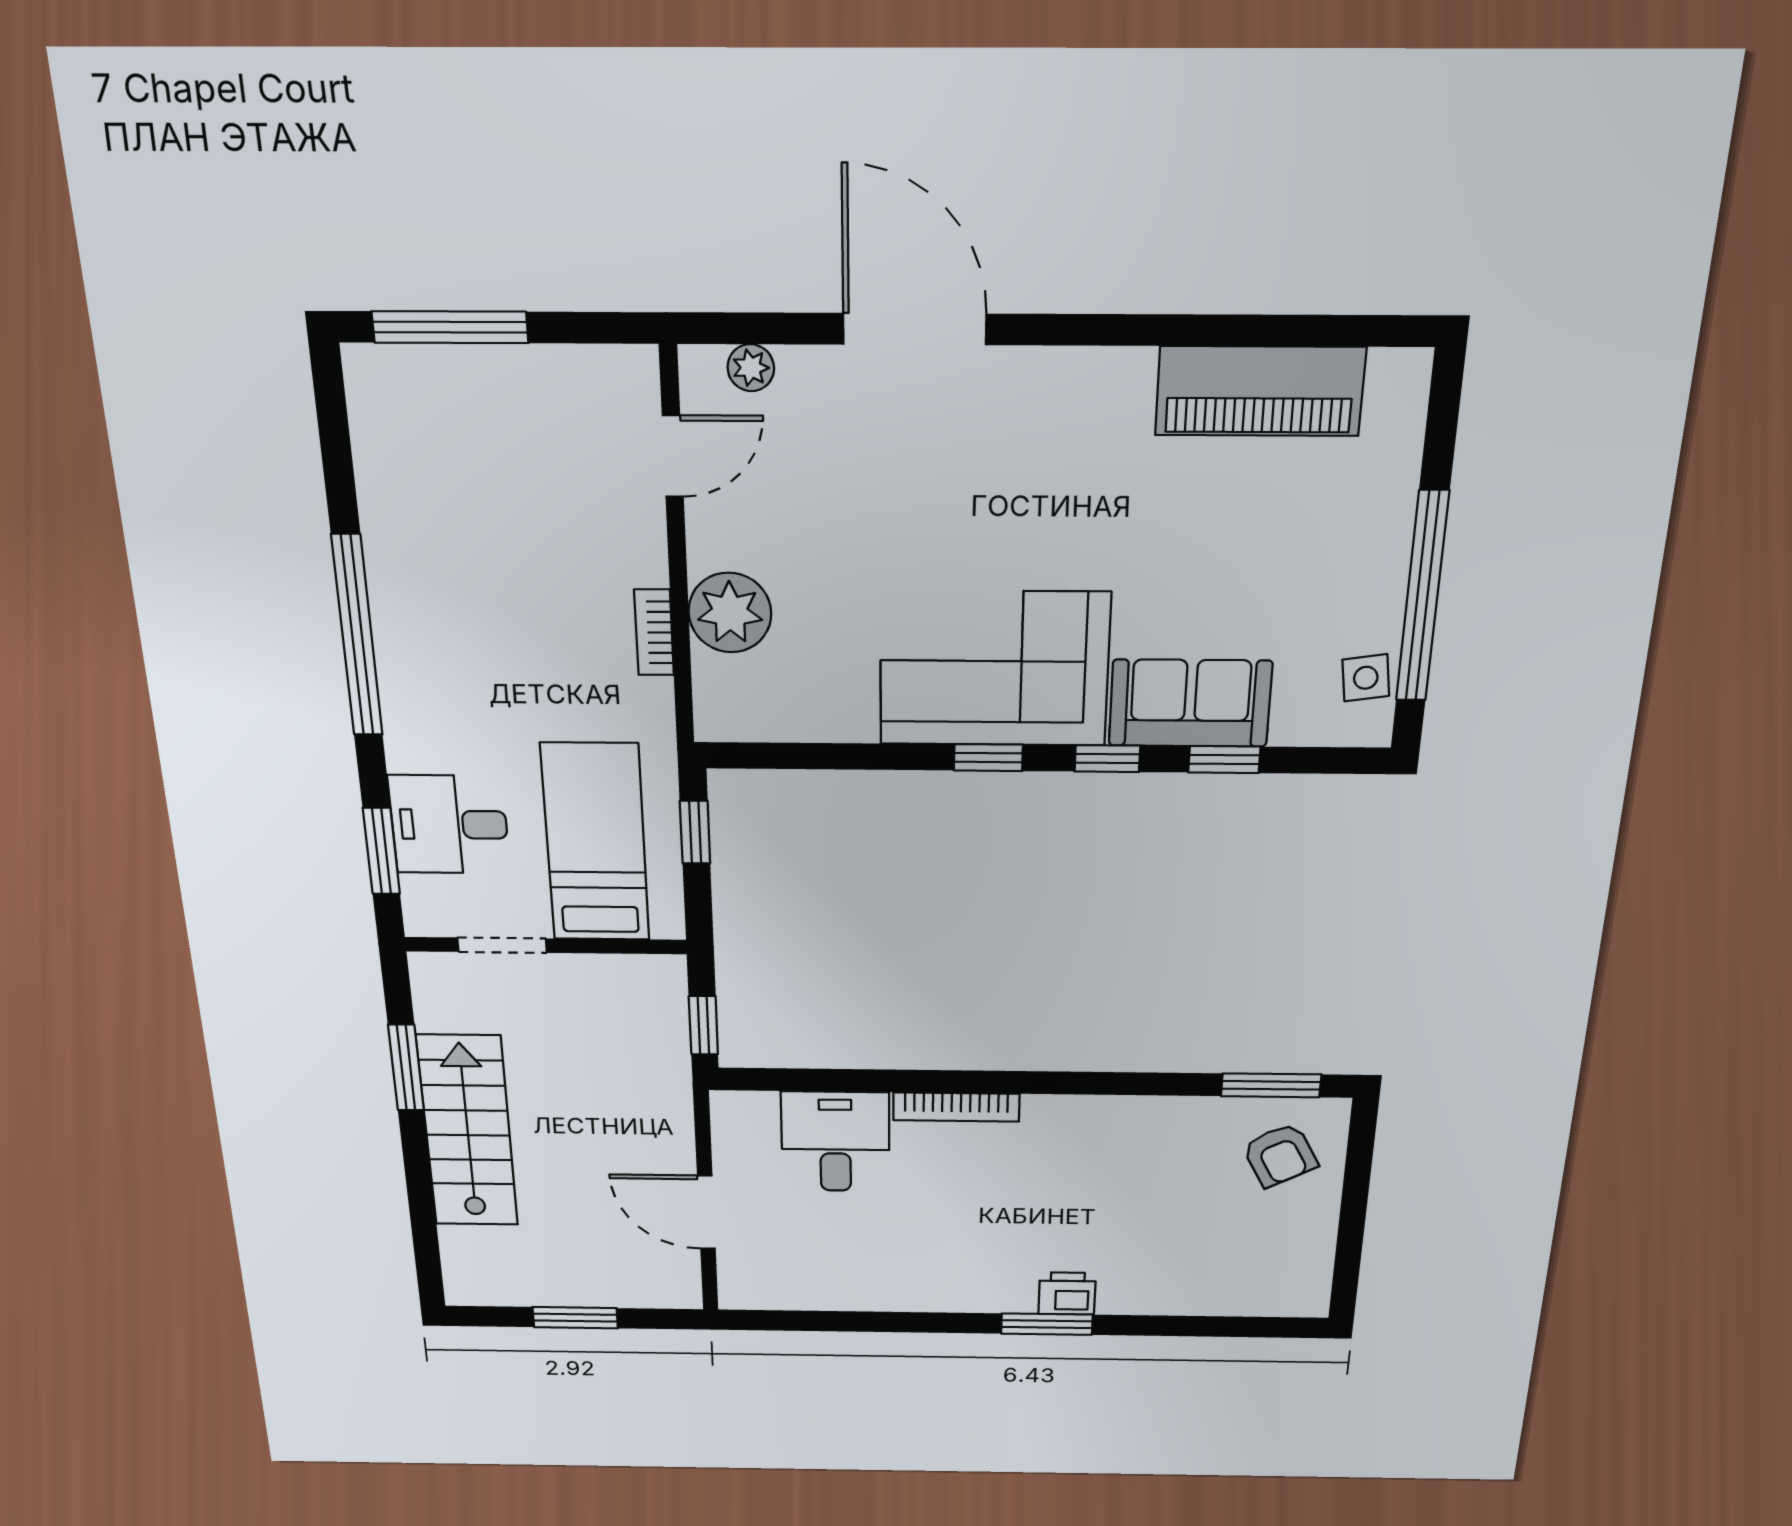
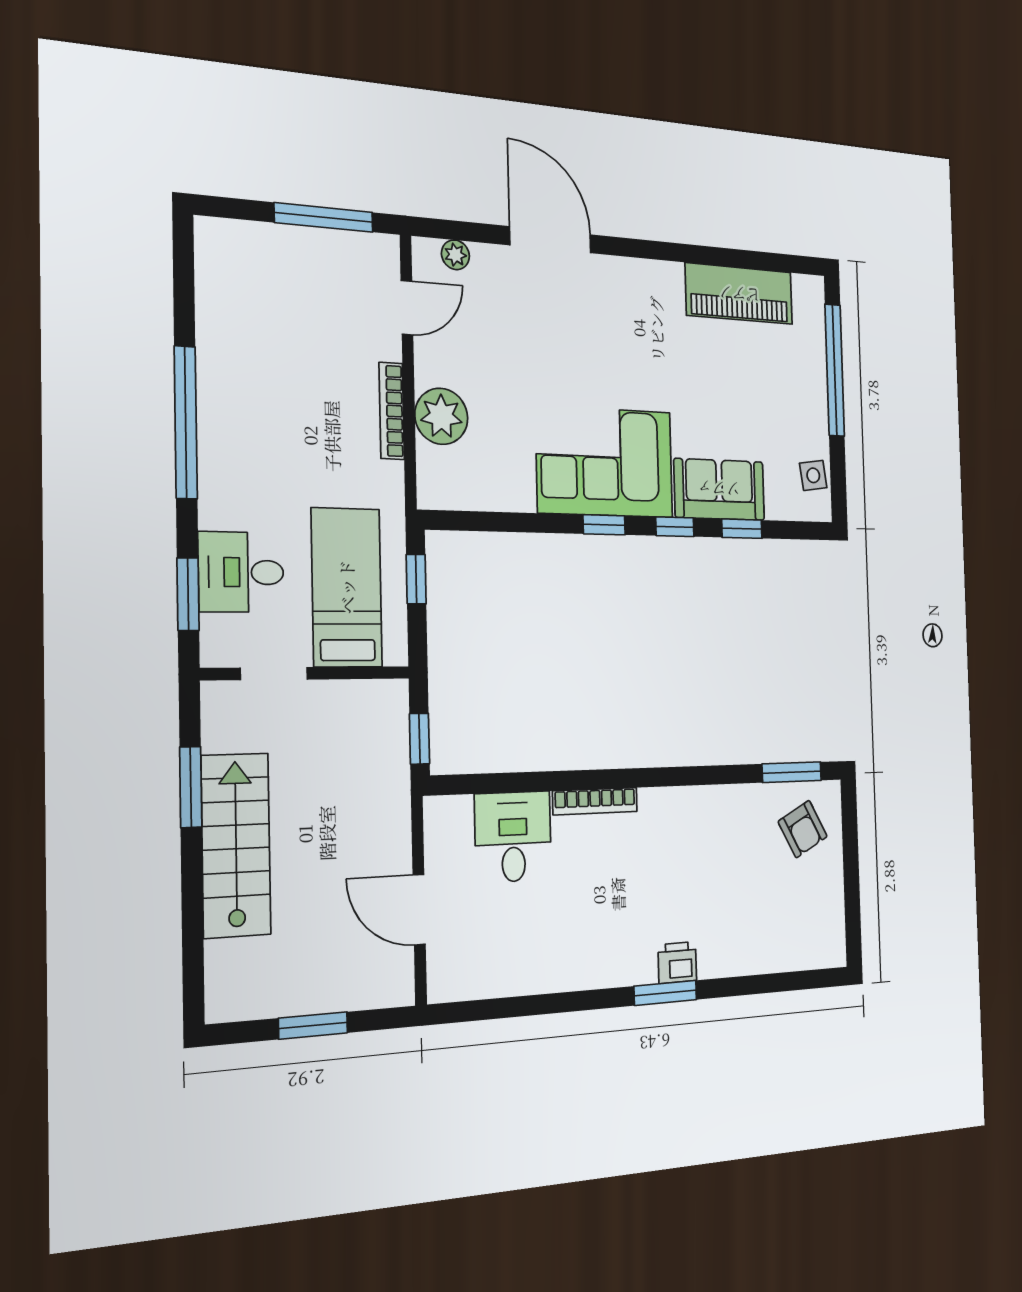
window: (450, 327) -> (324, 217), moved
window: (1422, 597) -> (835, 370), moved
bookcase: (654, 632) -> (392, 411), width x1.56

